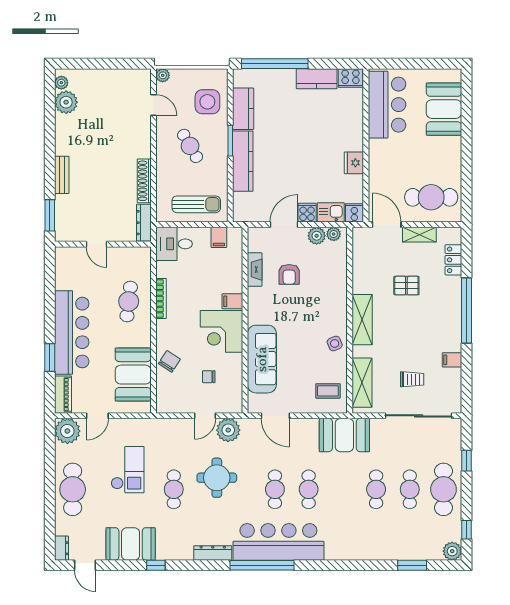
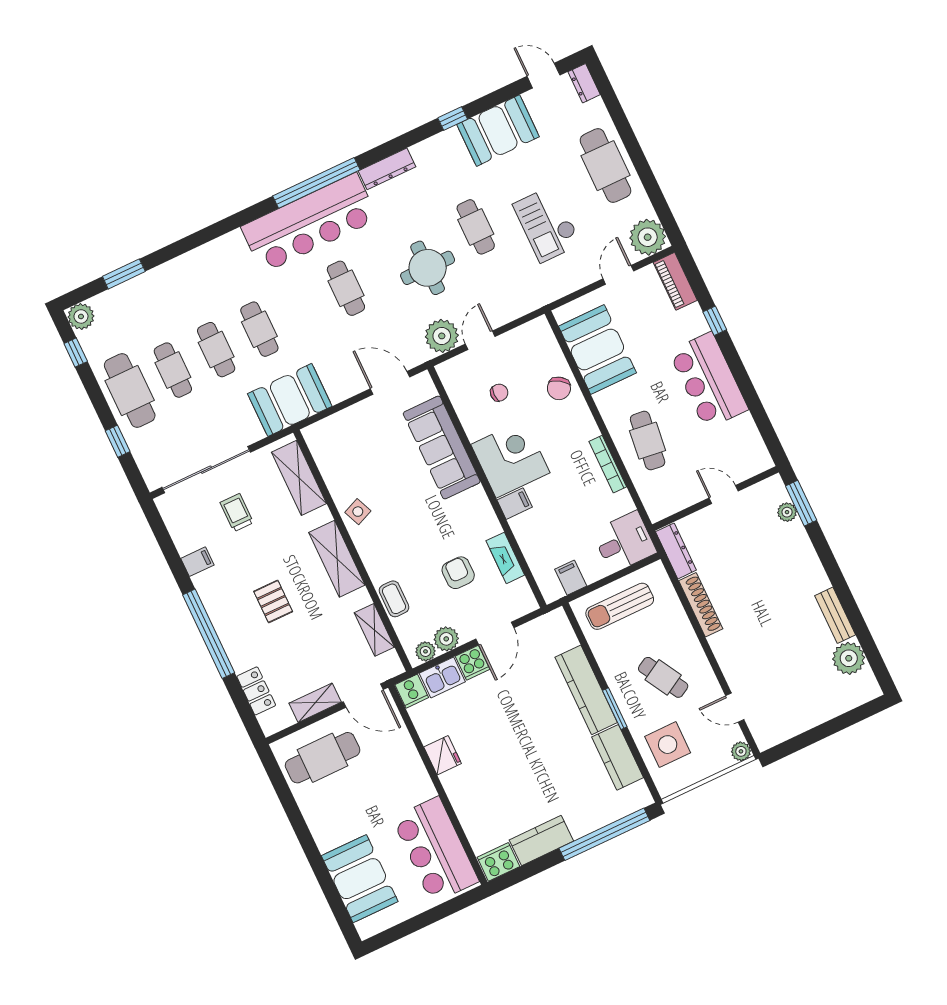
plant: (61, 83) -> (787, 512), moved
bench: (62, 175) -> (835, 615), moved
shelving: (360, 263) -> (374, 630), added
pallet: (406, 286) -> (273, 601), moved, turned 90
bar counter: (72, 333) -> (709, 381), width x0.73
window: (50, 358) -> (715, 321), width x0.67
trolley: (412, 379) -> (237, 513), turned 90
coffee table: (328, 391) -> (394, 599), moved, turned 90
cafe table: (309, 489) -> (259, 329), moved

